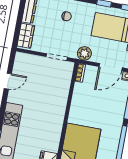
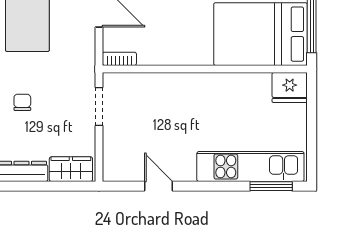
plant: (84, 53) -> (83, 58), removed

